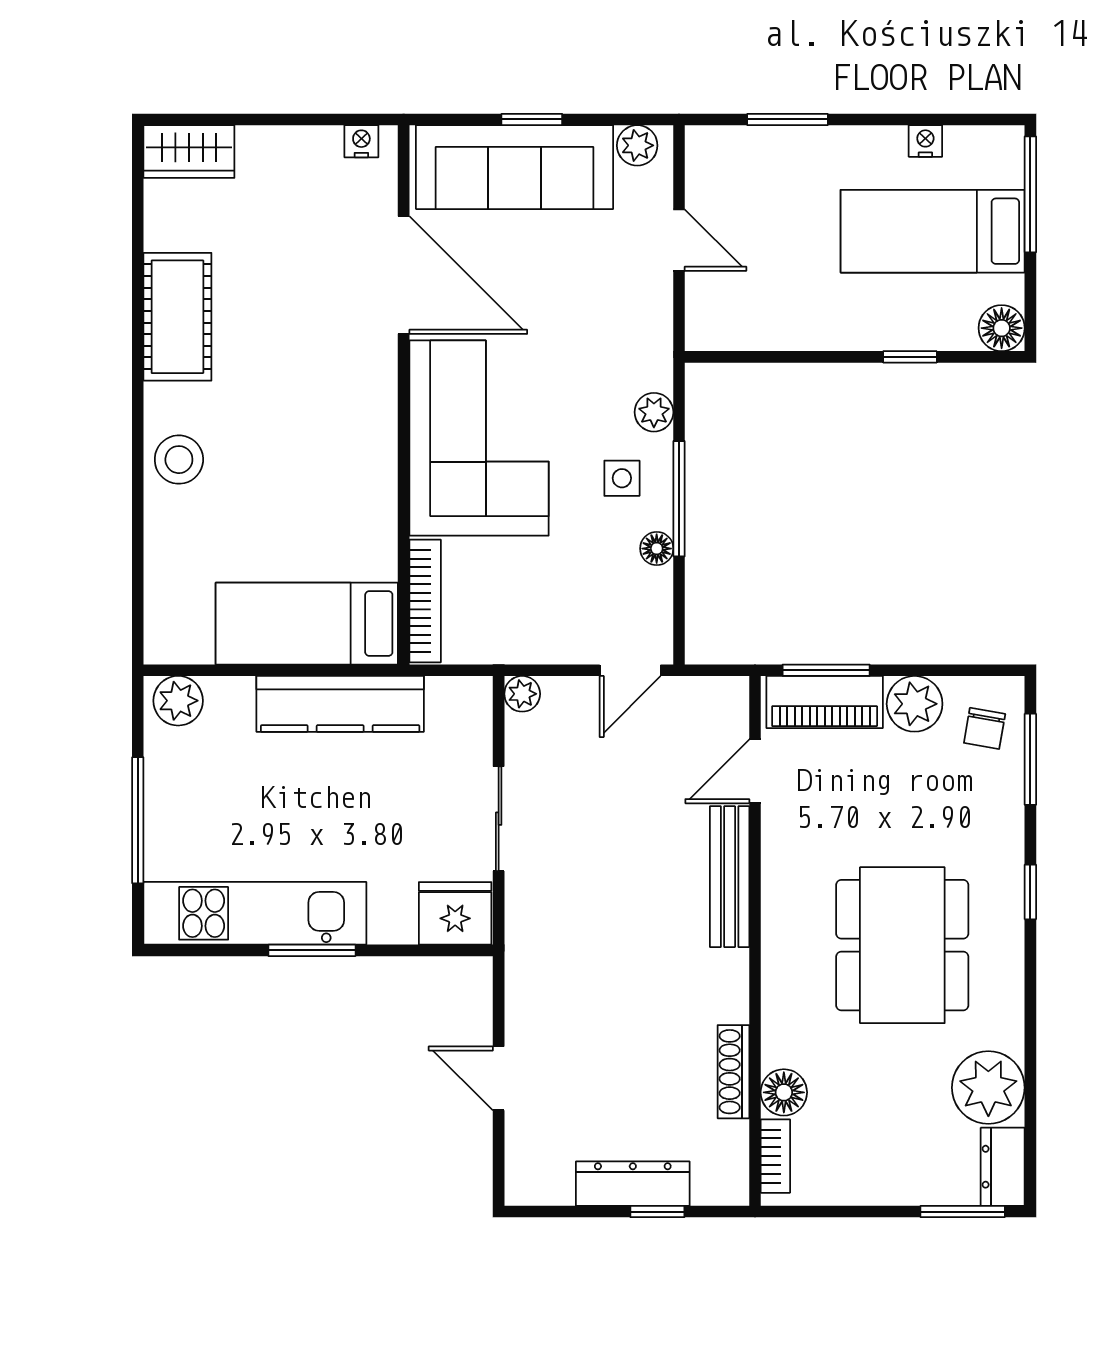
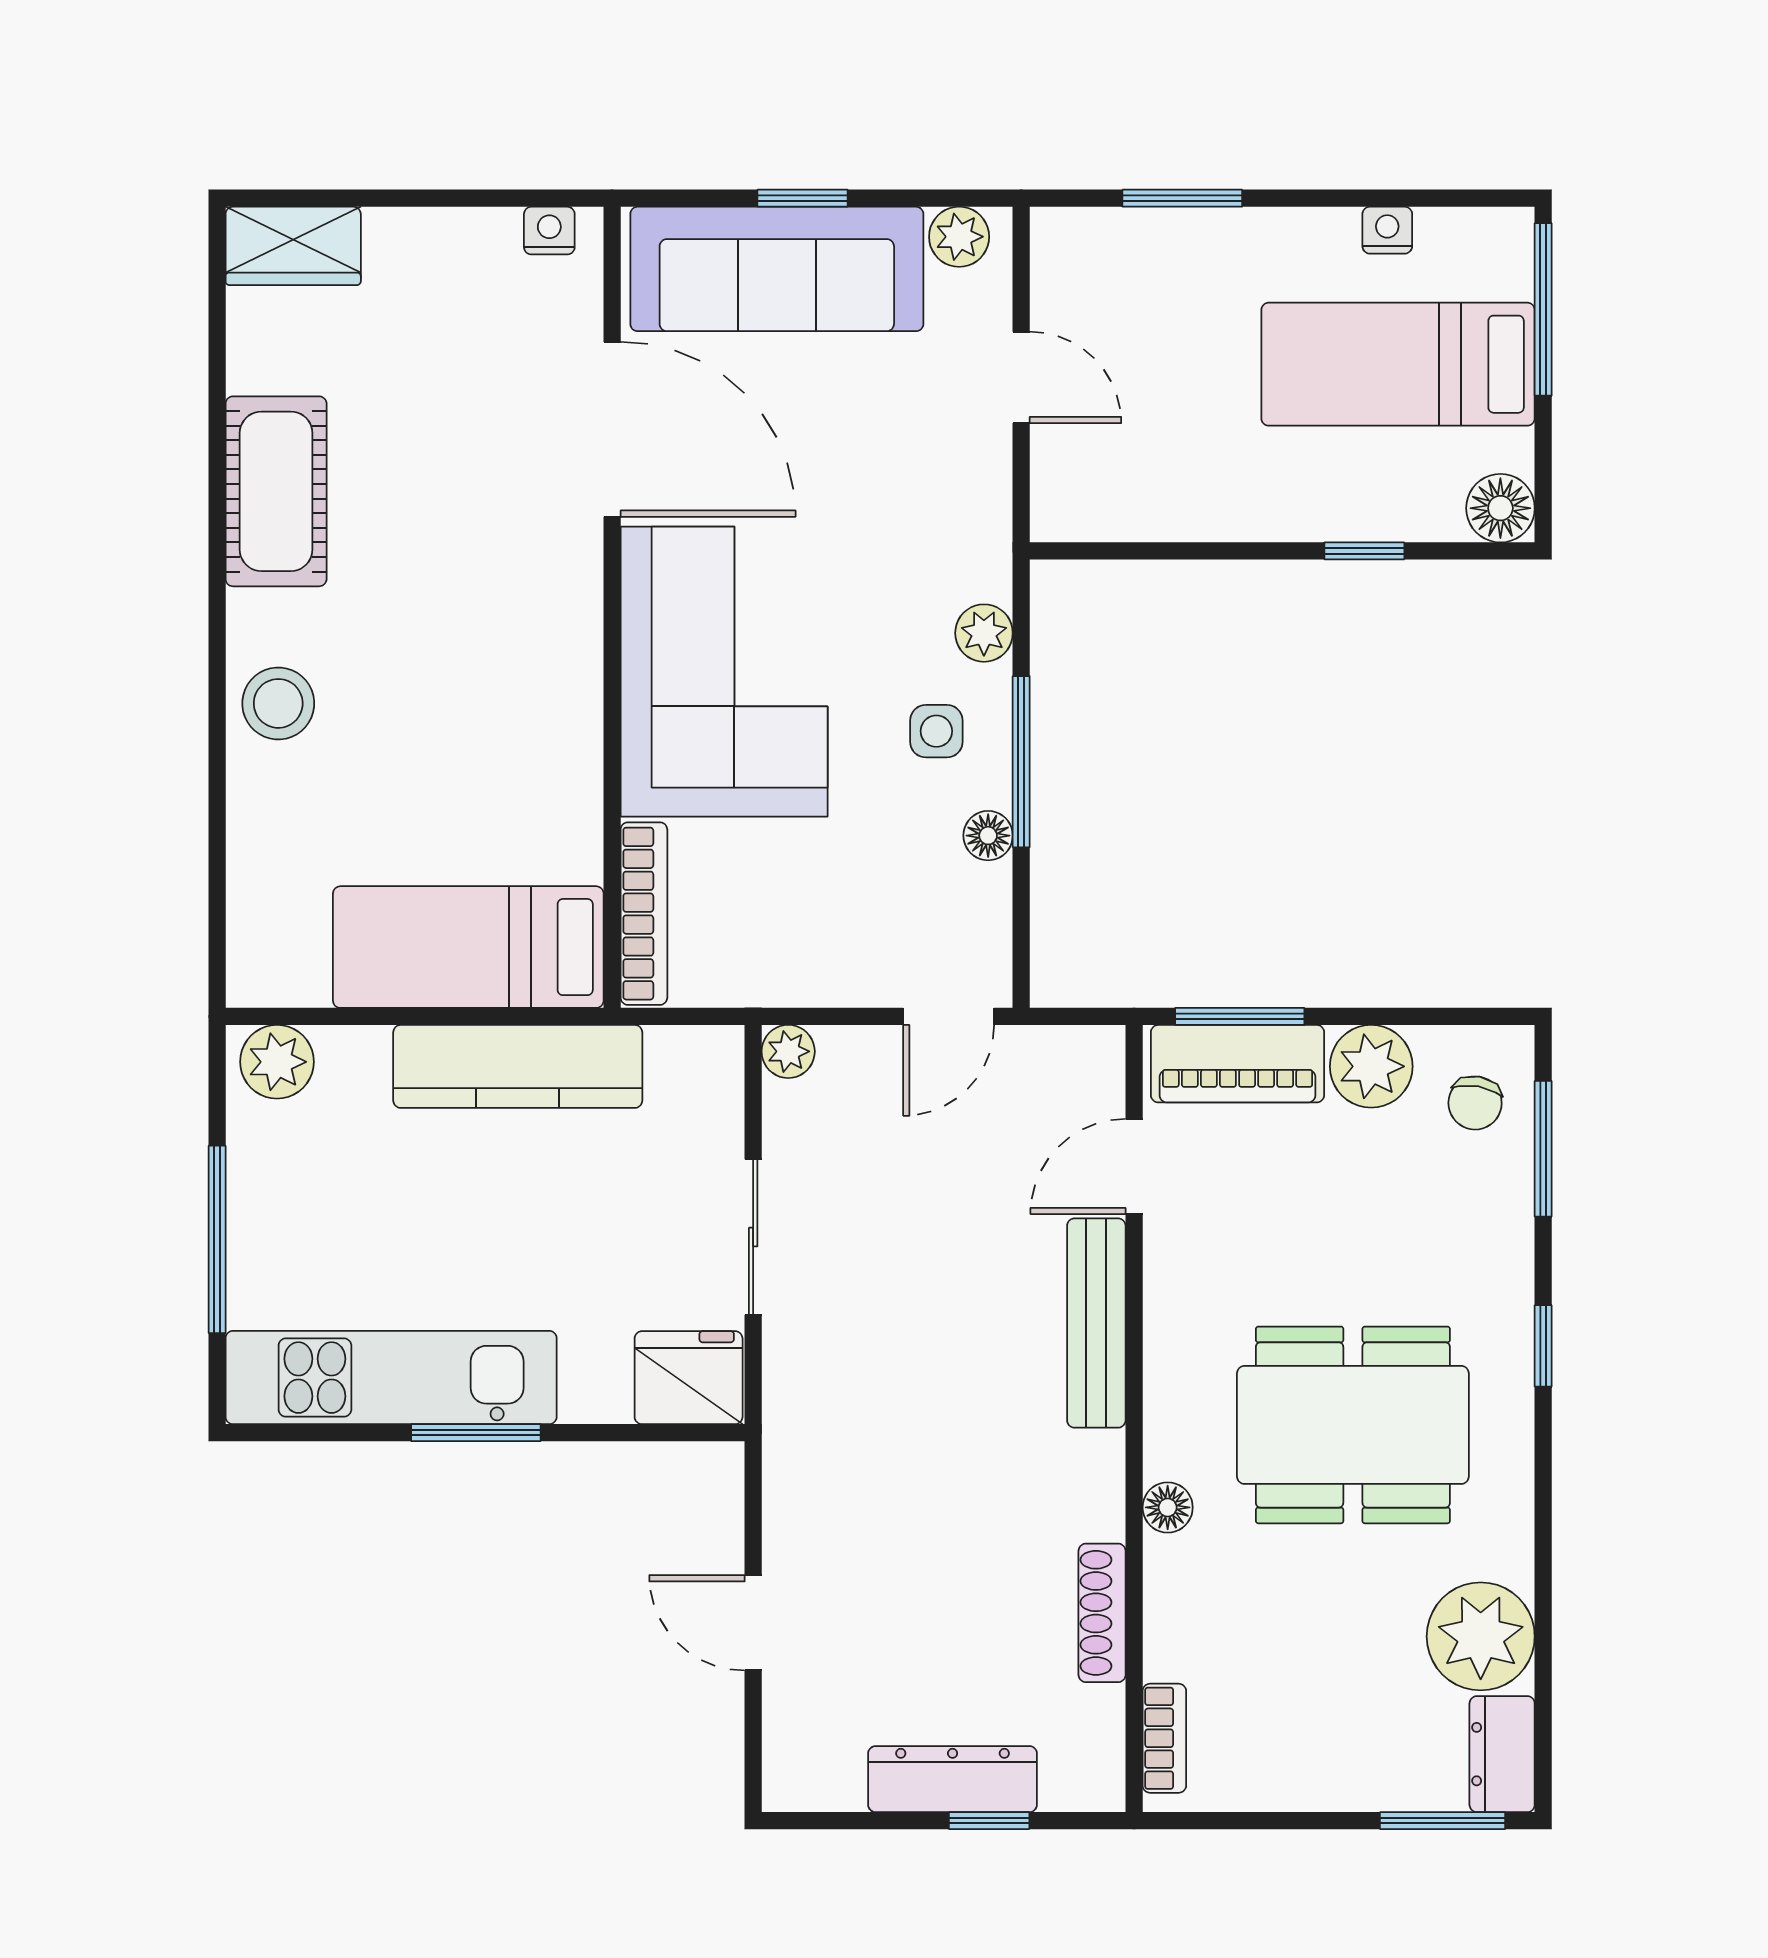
dining table: (902, 945) -> (1353, 1425), turned 90
floor lamp: (784, 1092) -> (1168, 1507), moved, width x0.73, depth x0.73

